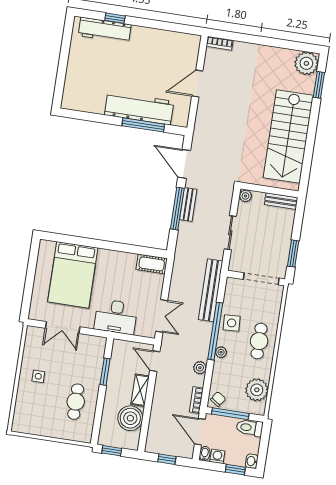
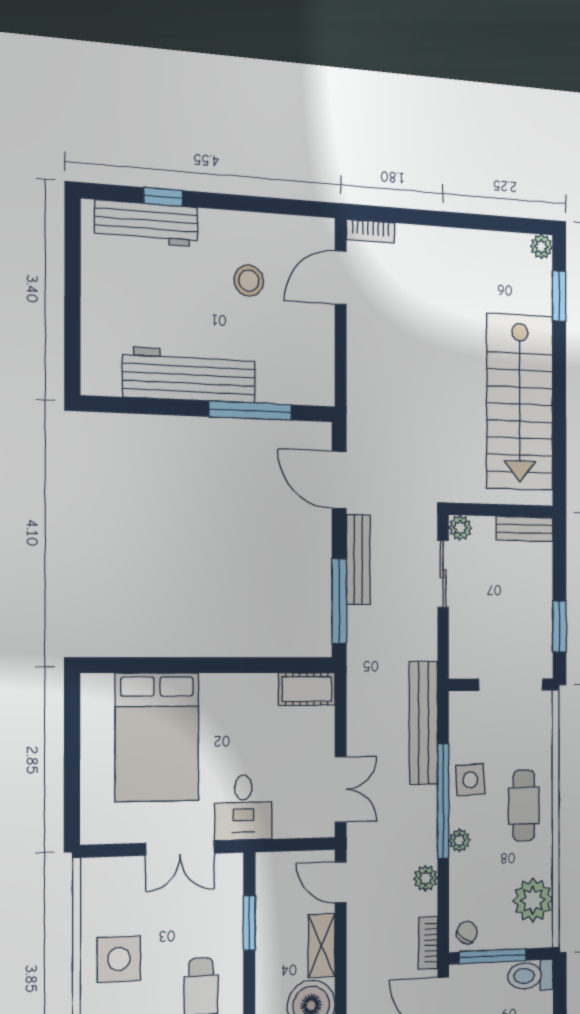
stool: (152, 62) -> (249, 281), added
plant: (306, 63) -> (541, 247), width x0.53, depth x0.53
door: (197, 83) -> (341, 278), moved
workbench: (139, 108) -> (189, 375), moved
bench: (188, 204) -> (358, 560), width x1.36
window: (177, 209) -> (339, 601), moved
sliding door: (230, 233) -> (443, 574), moved
desk: (116, 317) -> (243, 808), width x0.73
double door: (63, 328) -> (180, 848), moved
side table: (38, 376) -> (119, 959), width x1.87, depth x1.87

